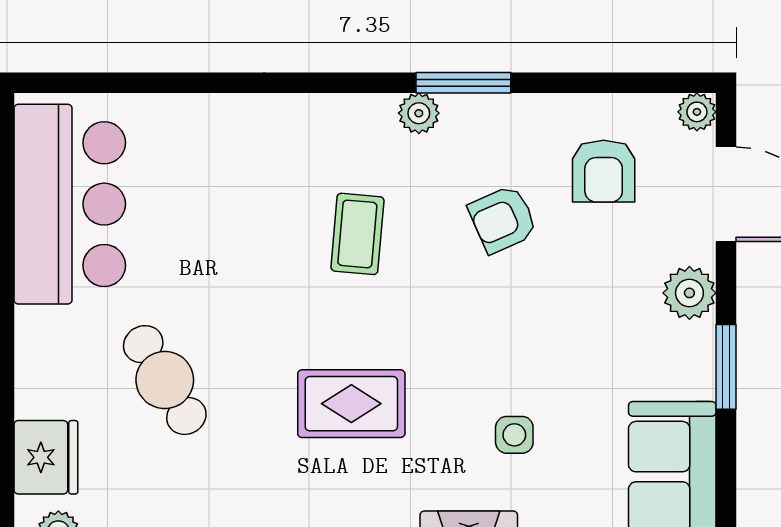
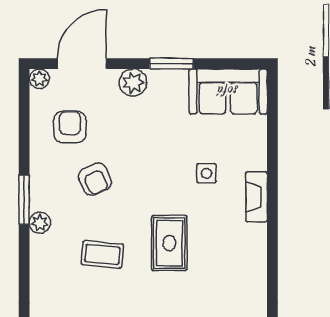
armchair: (604, 171) -> (70, 127), turned -90
rug: (351, 404) -> (169, 243), moved

